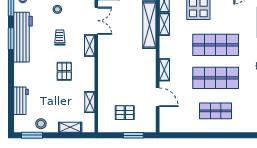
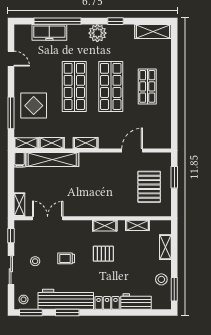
shelving: (90, 45) -> (105, 226), moved
shelving: (164, 70) -> (86, 143), moved
locker: (20, 75) -> (107, 303), added
pallet: (125, 113) -> (149, 187), width x1.50, depth x1.42

